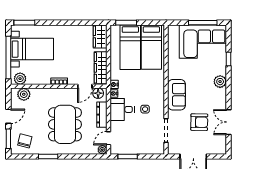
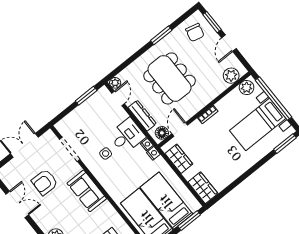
wardrobe: (101, 68) -> (179, 159), width x0.67

